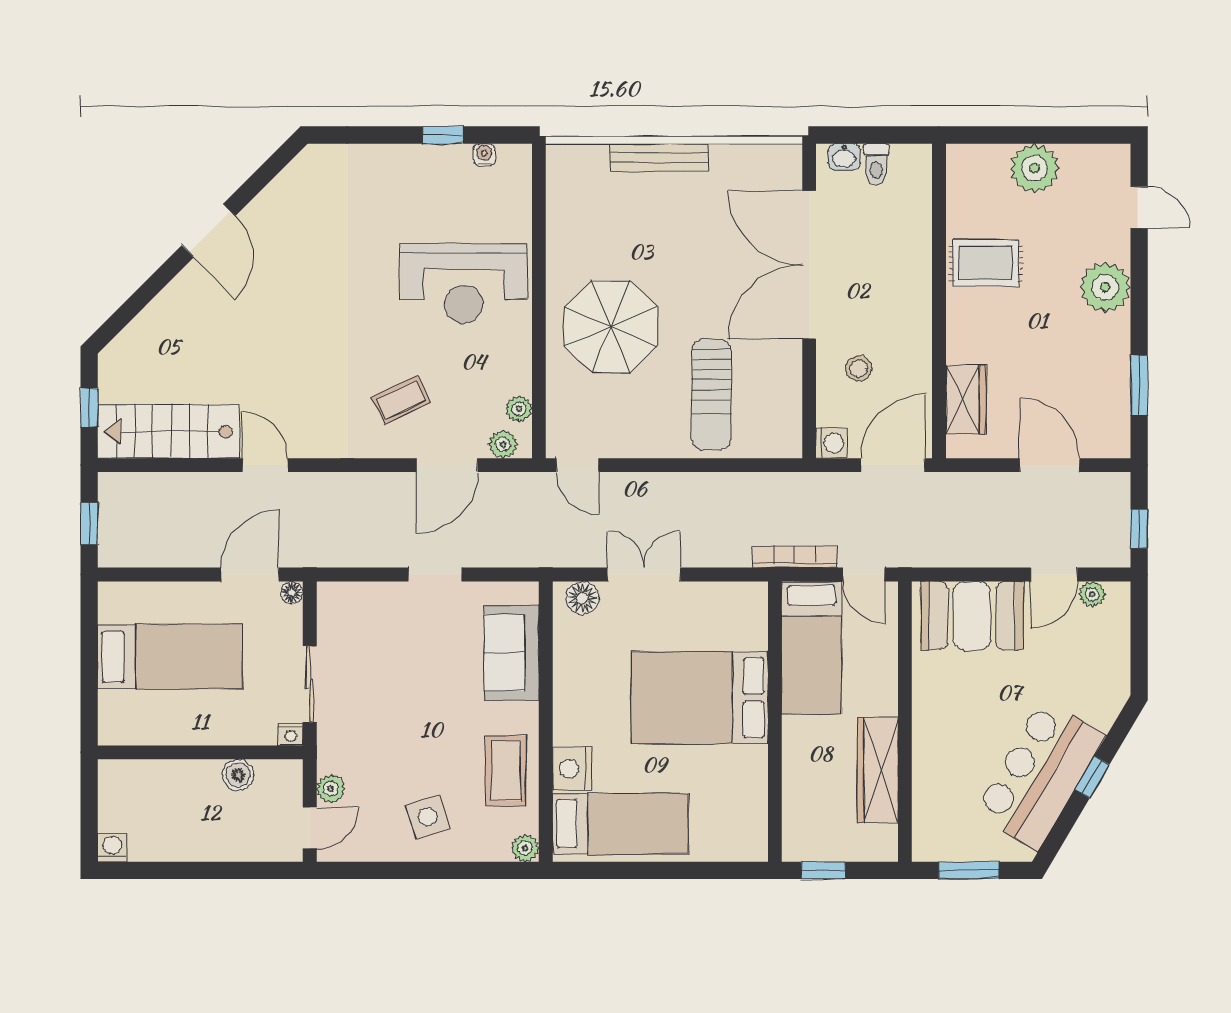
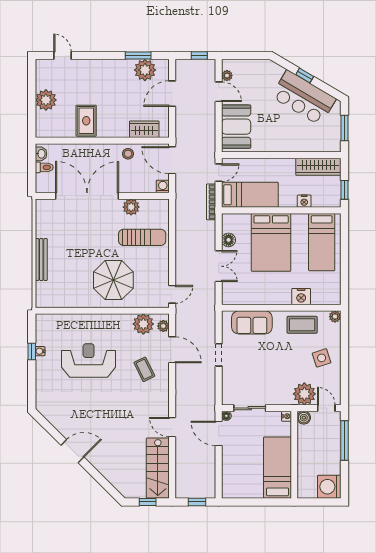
water cooler: (484, 155) -> (40, 351), moved
washbasin: (844, 157) -> (41, 154), moved
door: (1139, 207) -> (63, 56), hinge flipped
double door: (809, 265) -> (87, 196), swing flipped
reception desk: (464, 284) -> (89, 360), moved, turned -90
plant: (1105, 287) -> (145, 70), moved
plant: (783, 369) -> (131, 207), added
stool: (859, 369) -> (128, 154), moved
plant: (519, 409) -> (143, 324), width x1.88, depth x1.88
door: (265, 465) -> (172, 427), hinge flipped
double door: (644, 575) -> (219, 266), swing flipped
floor lamp: (582, 598) -> (229, 240), moved
bed: (170, 657) -> (278, 468), moved
sliding door: (310, 684) -> (250, 408), moved
wardrobe: (878, 770) -> (318, 167), moved
boiler: (238, 775) -> (304, 418), moved
nightstand: (796, 776) -> (304, 201), added
plant: (331, 789) -> (304, 394), width x1.88, depth x1.88
bed: (620, 824) -> (322, 242), moved, turned 180
washing machine: (112, 847) -> (329, 487), width x1.89, depth x1.89
window: (233, 870) -> (344, 441), added

